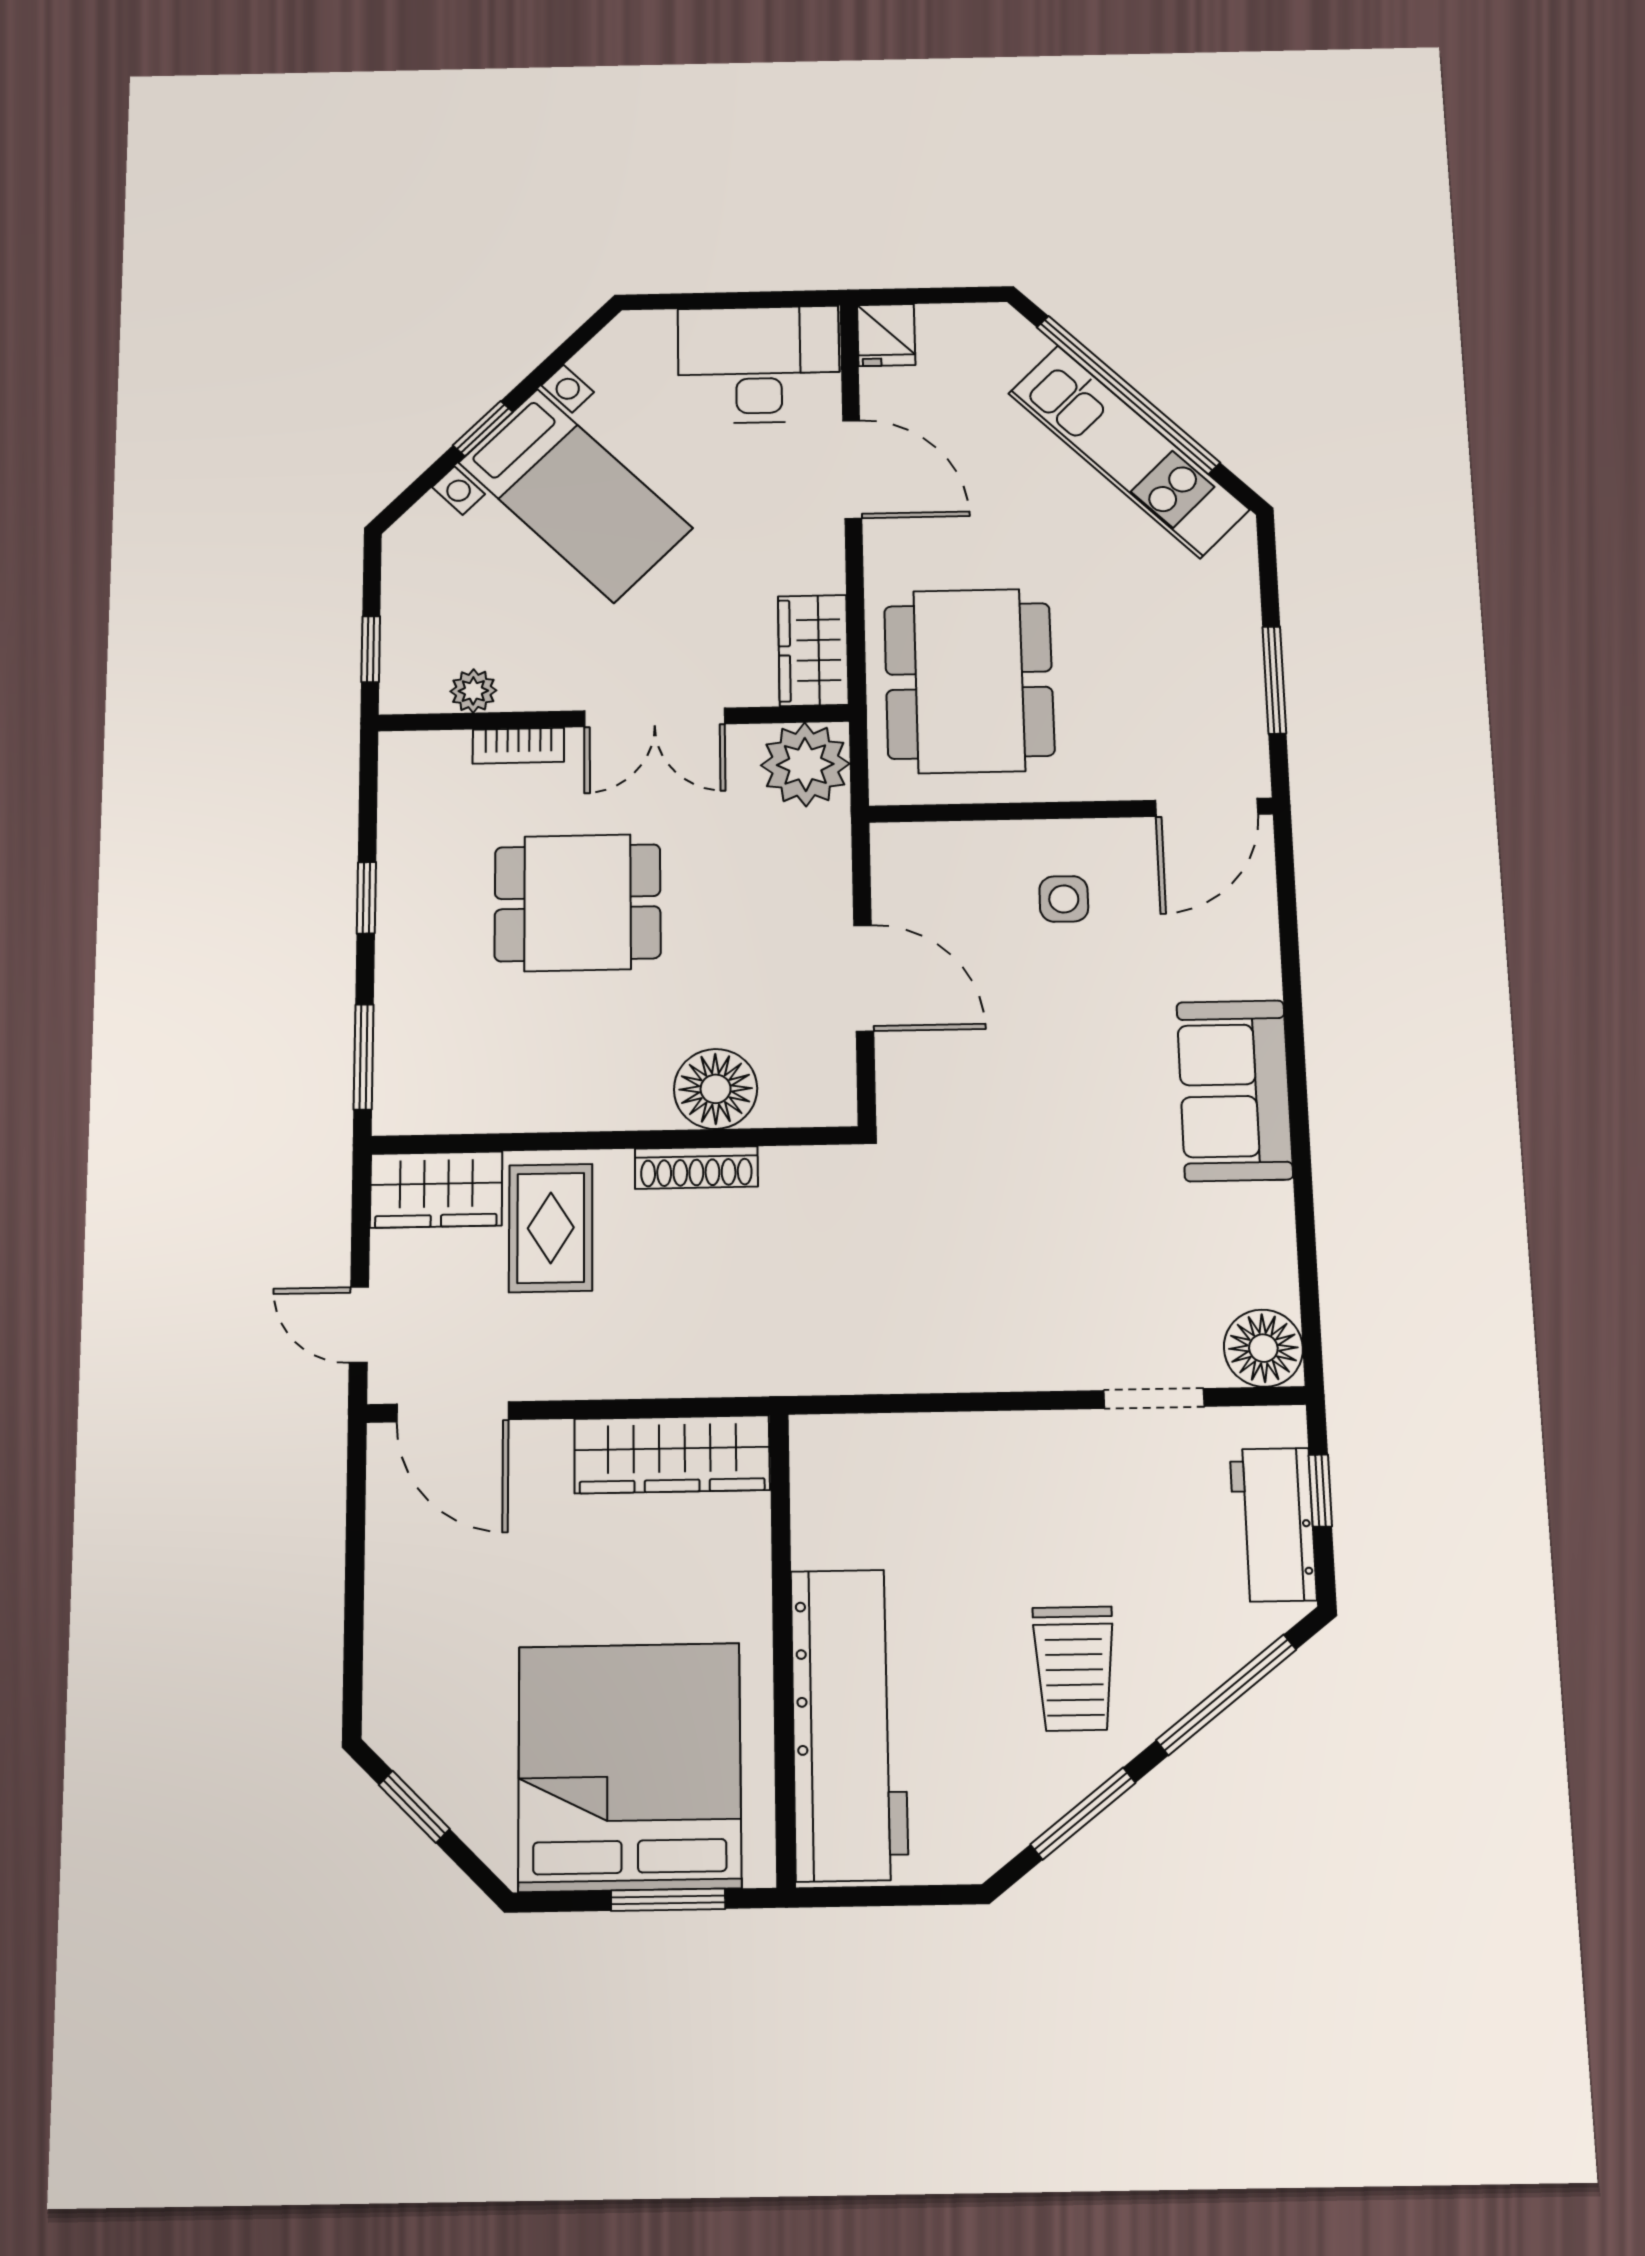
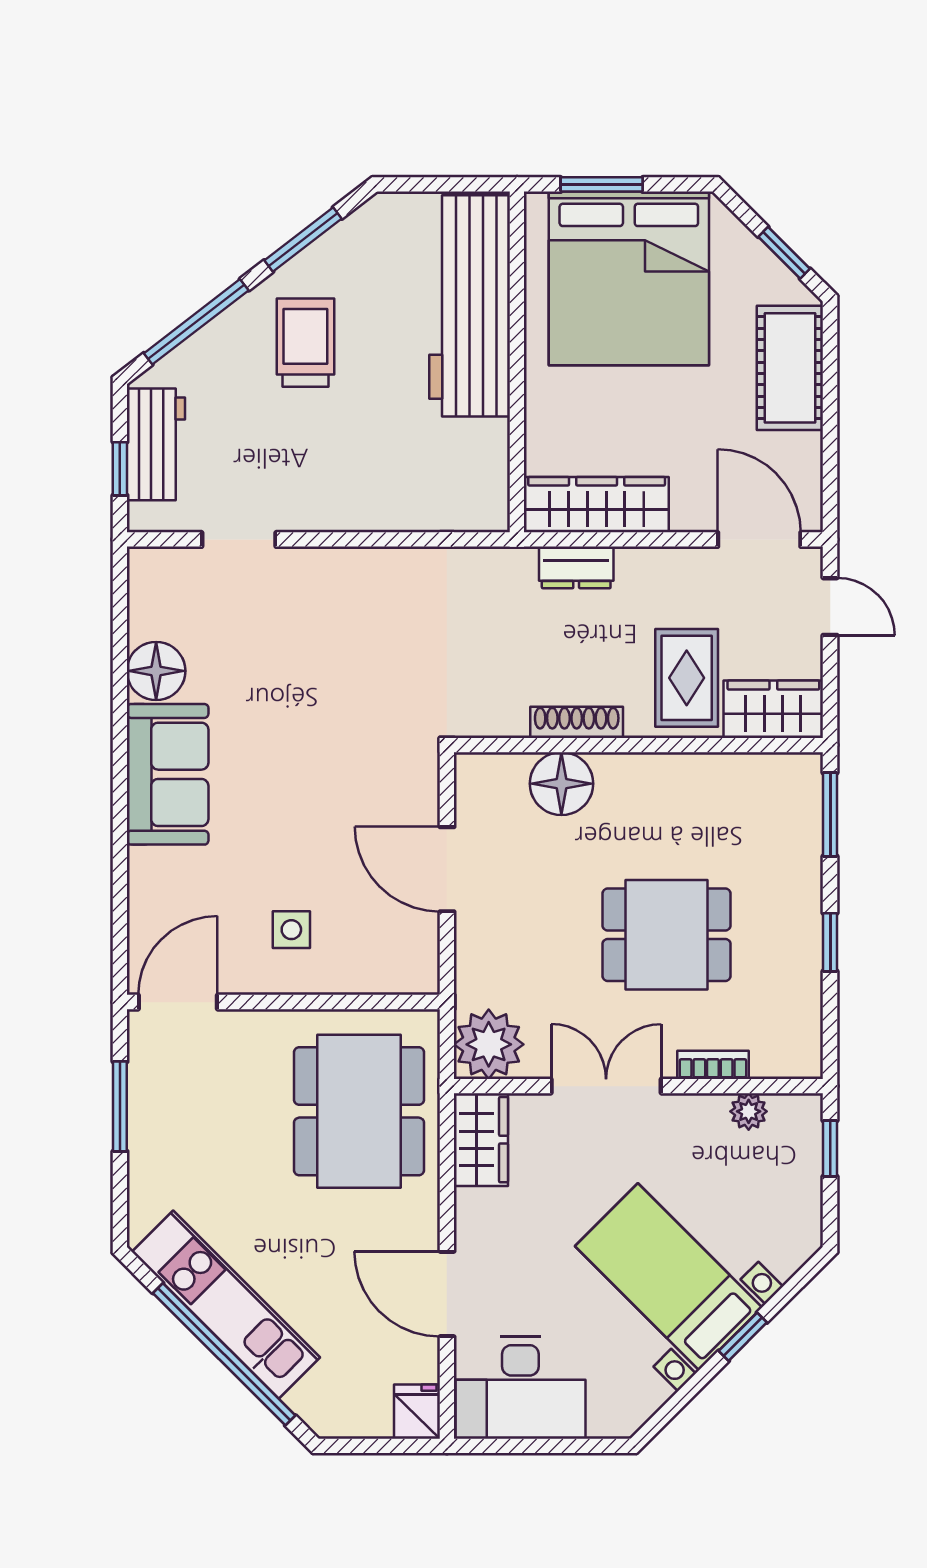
floor lamp: (1263, 1348) -> (156, 671), moved
dresser: (699, 1370) -> (576, 567), added
cot: (408, 1646) -> (790, 368), added

